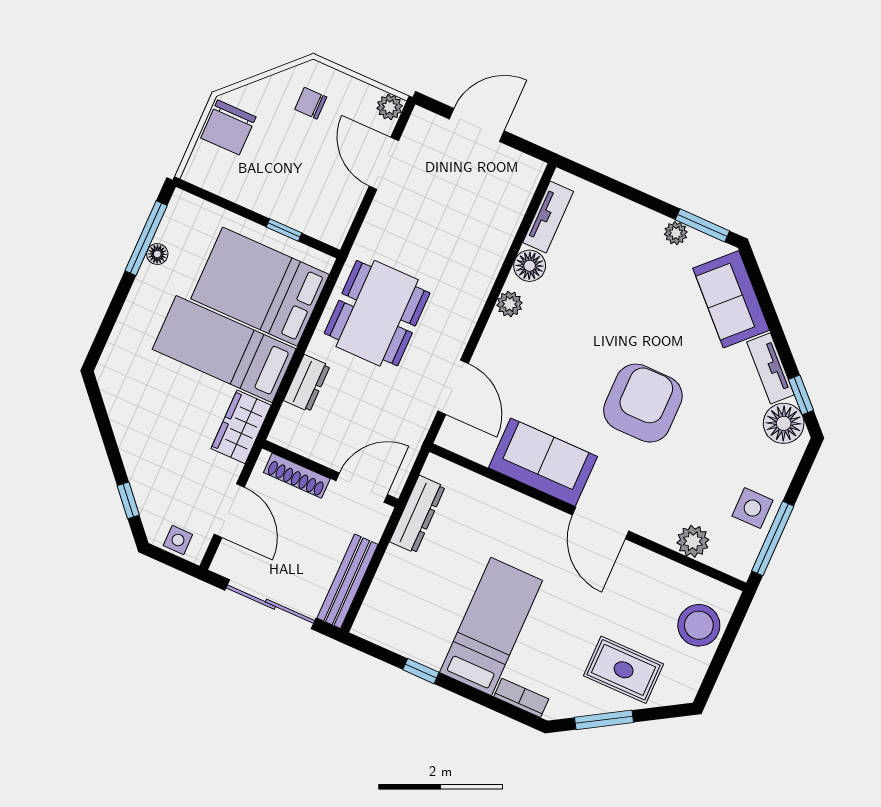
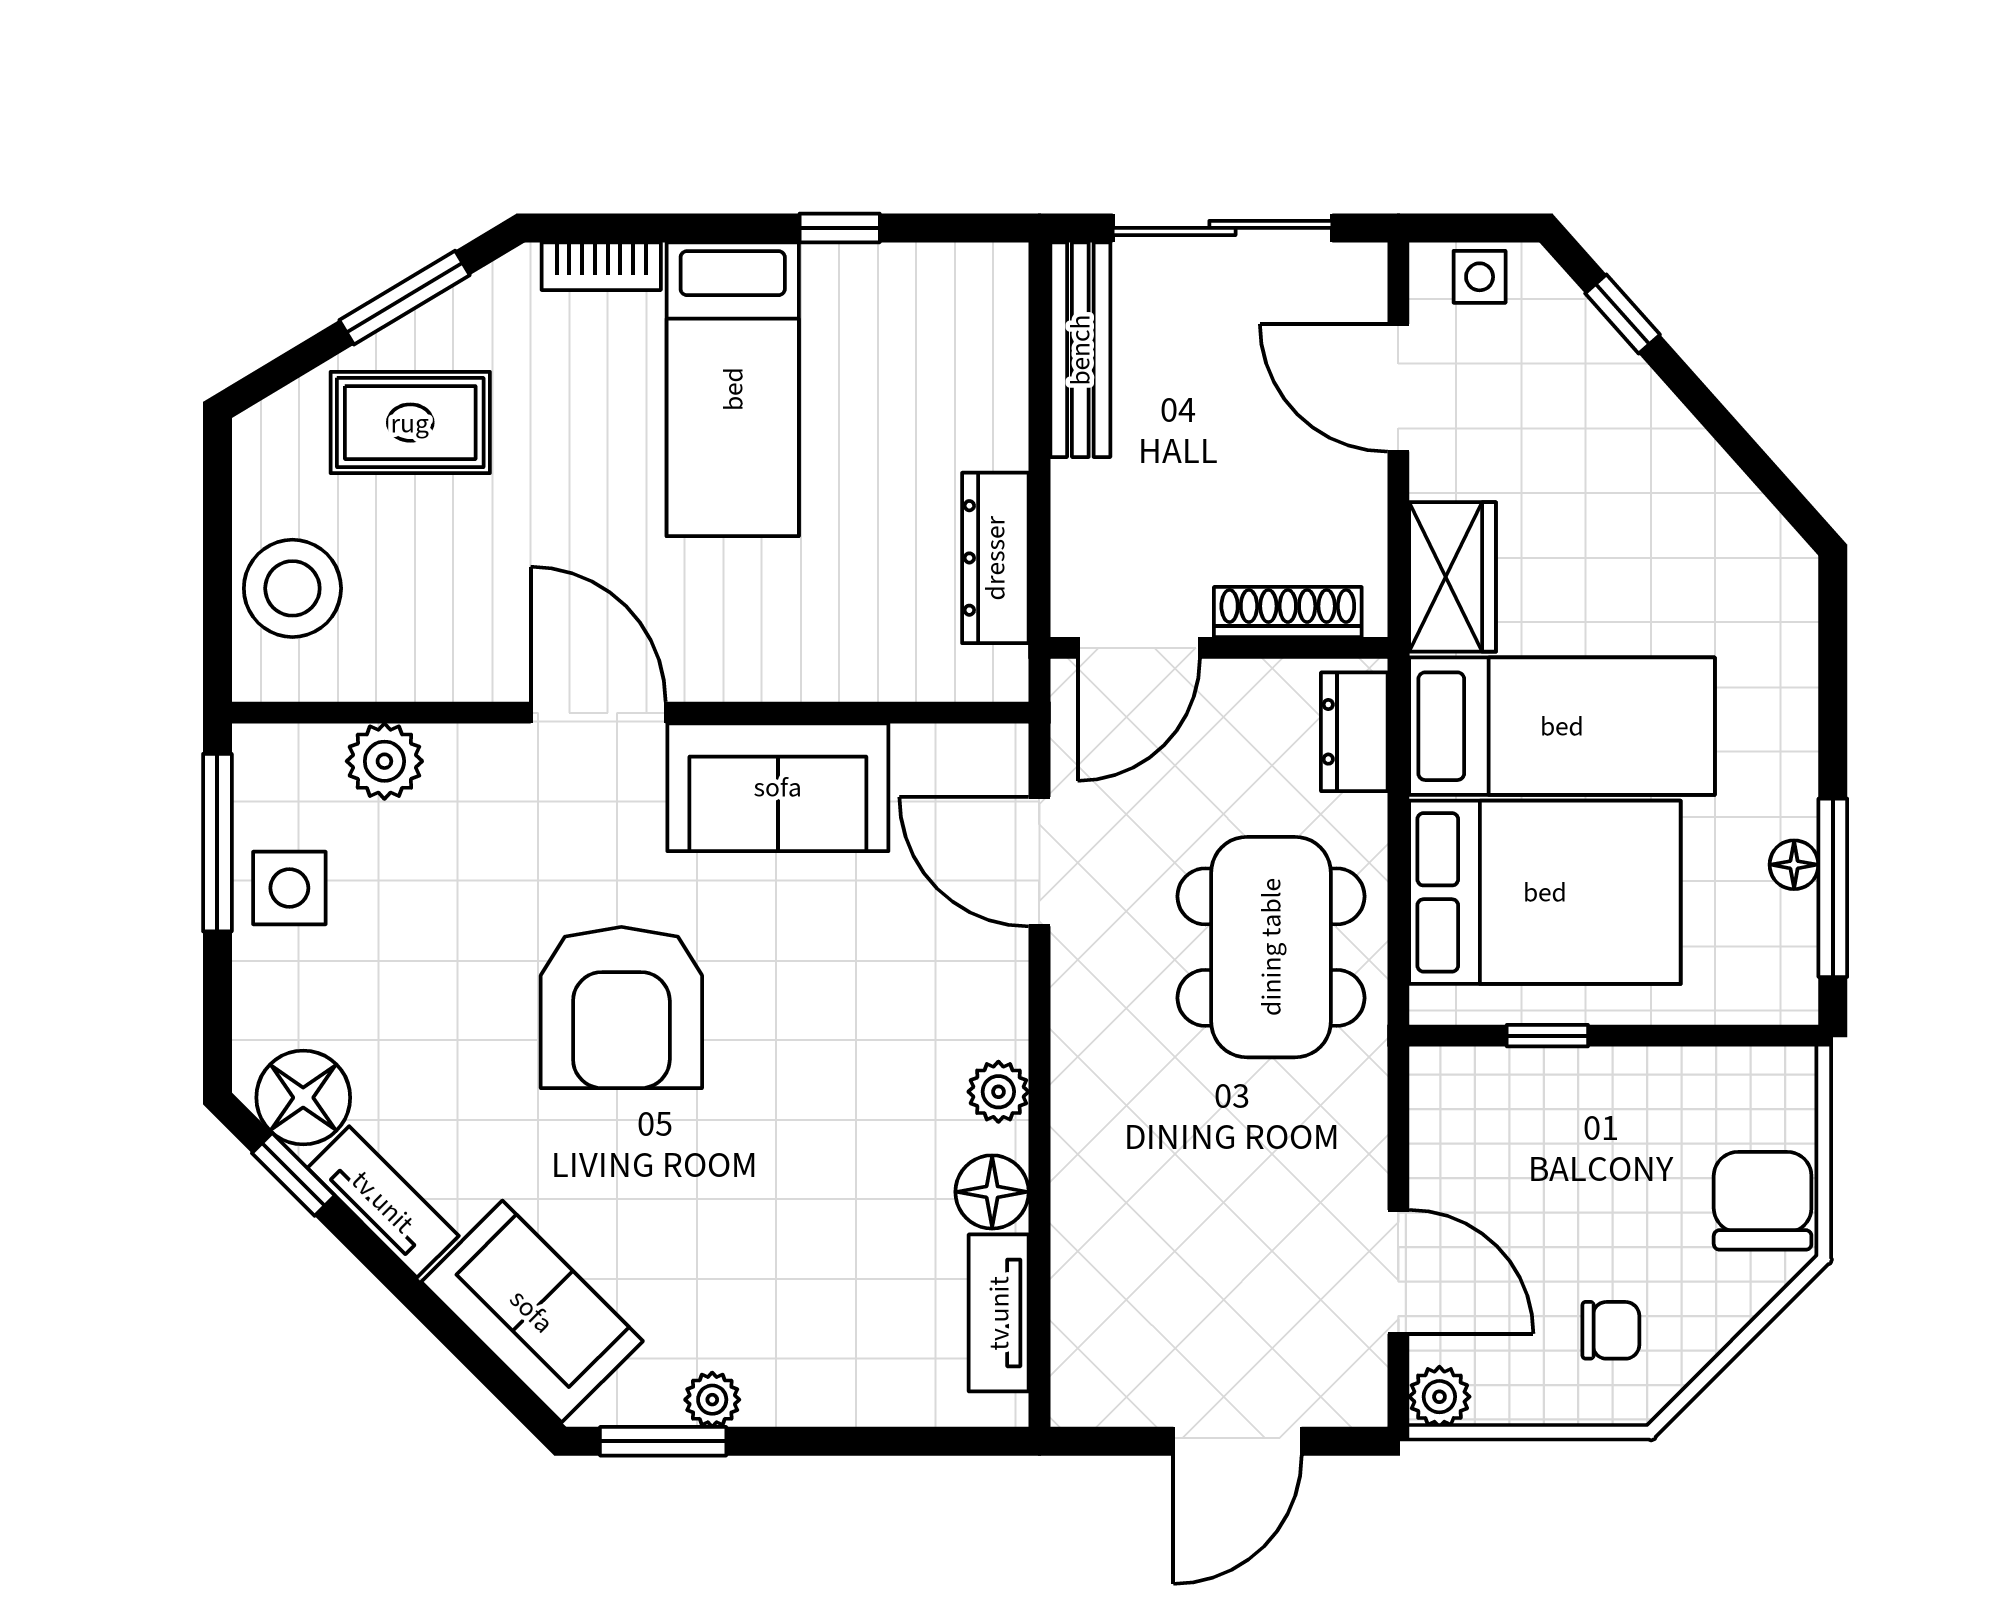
wall: (330, 474) -> (1219, 648), moved
shoe rack: (297, 476) -> (1288, 612), moved
door: (362, 488) -> (1139, 648), moved

